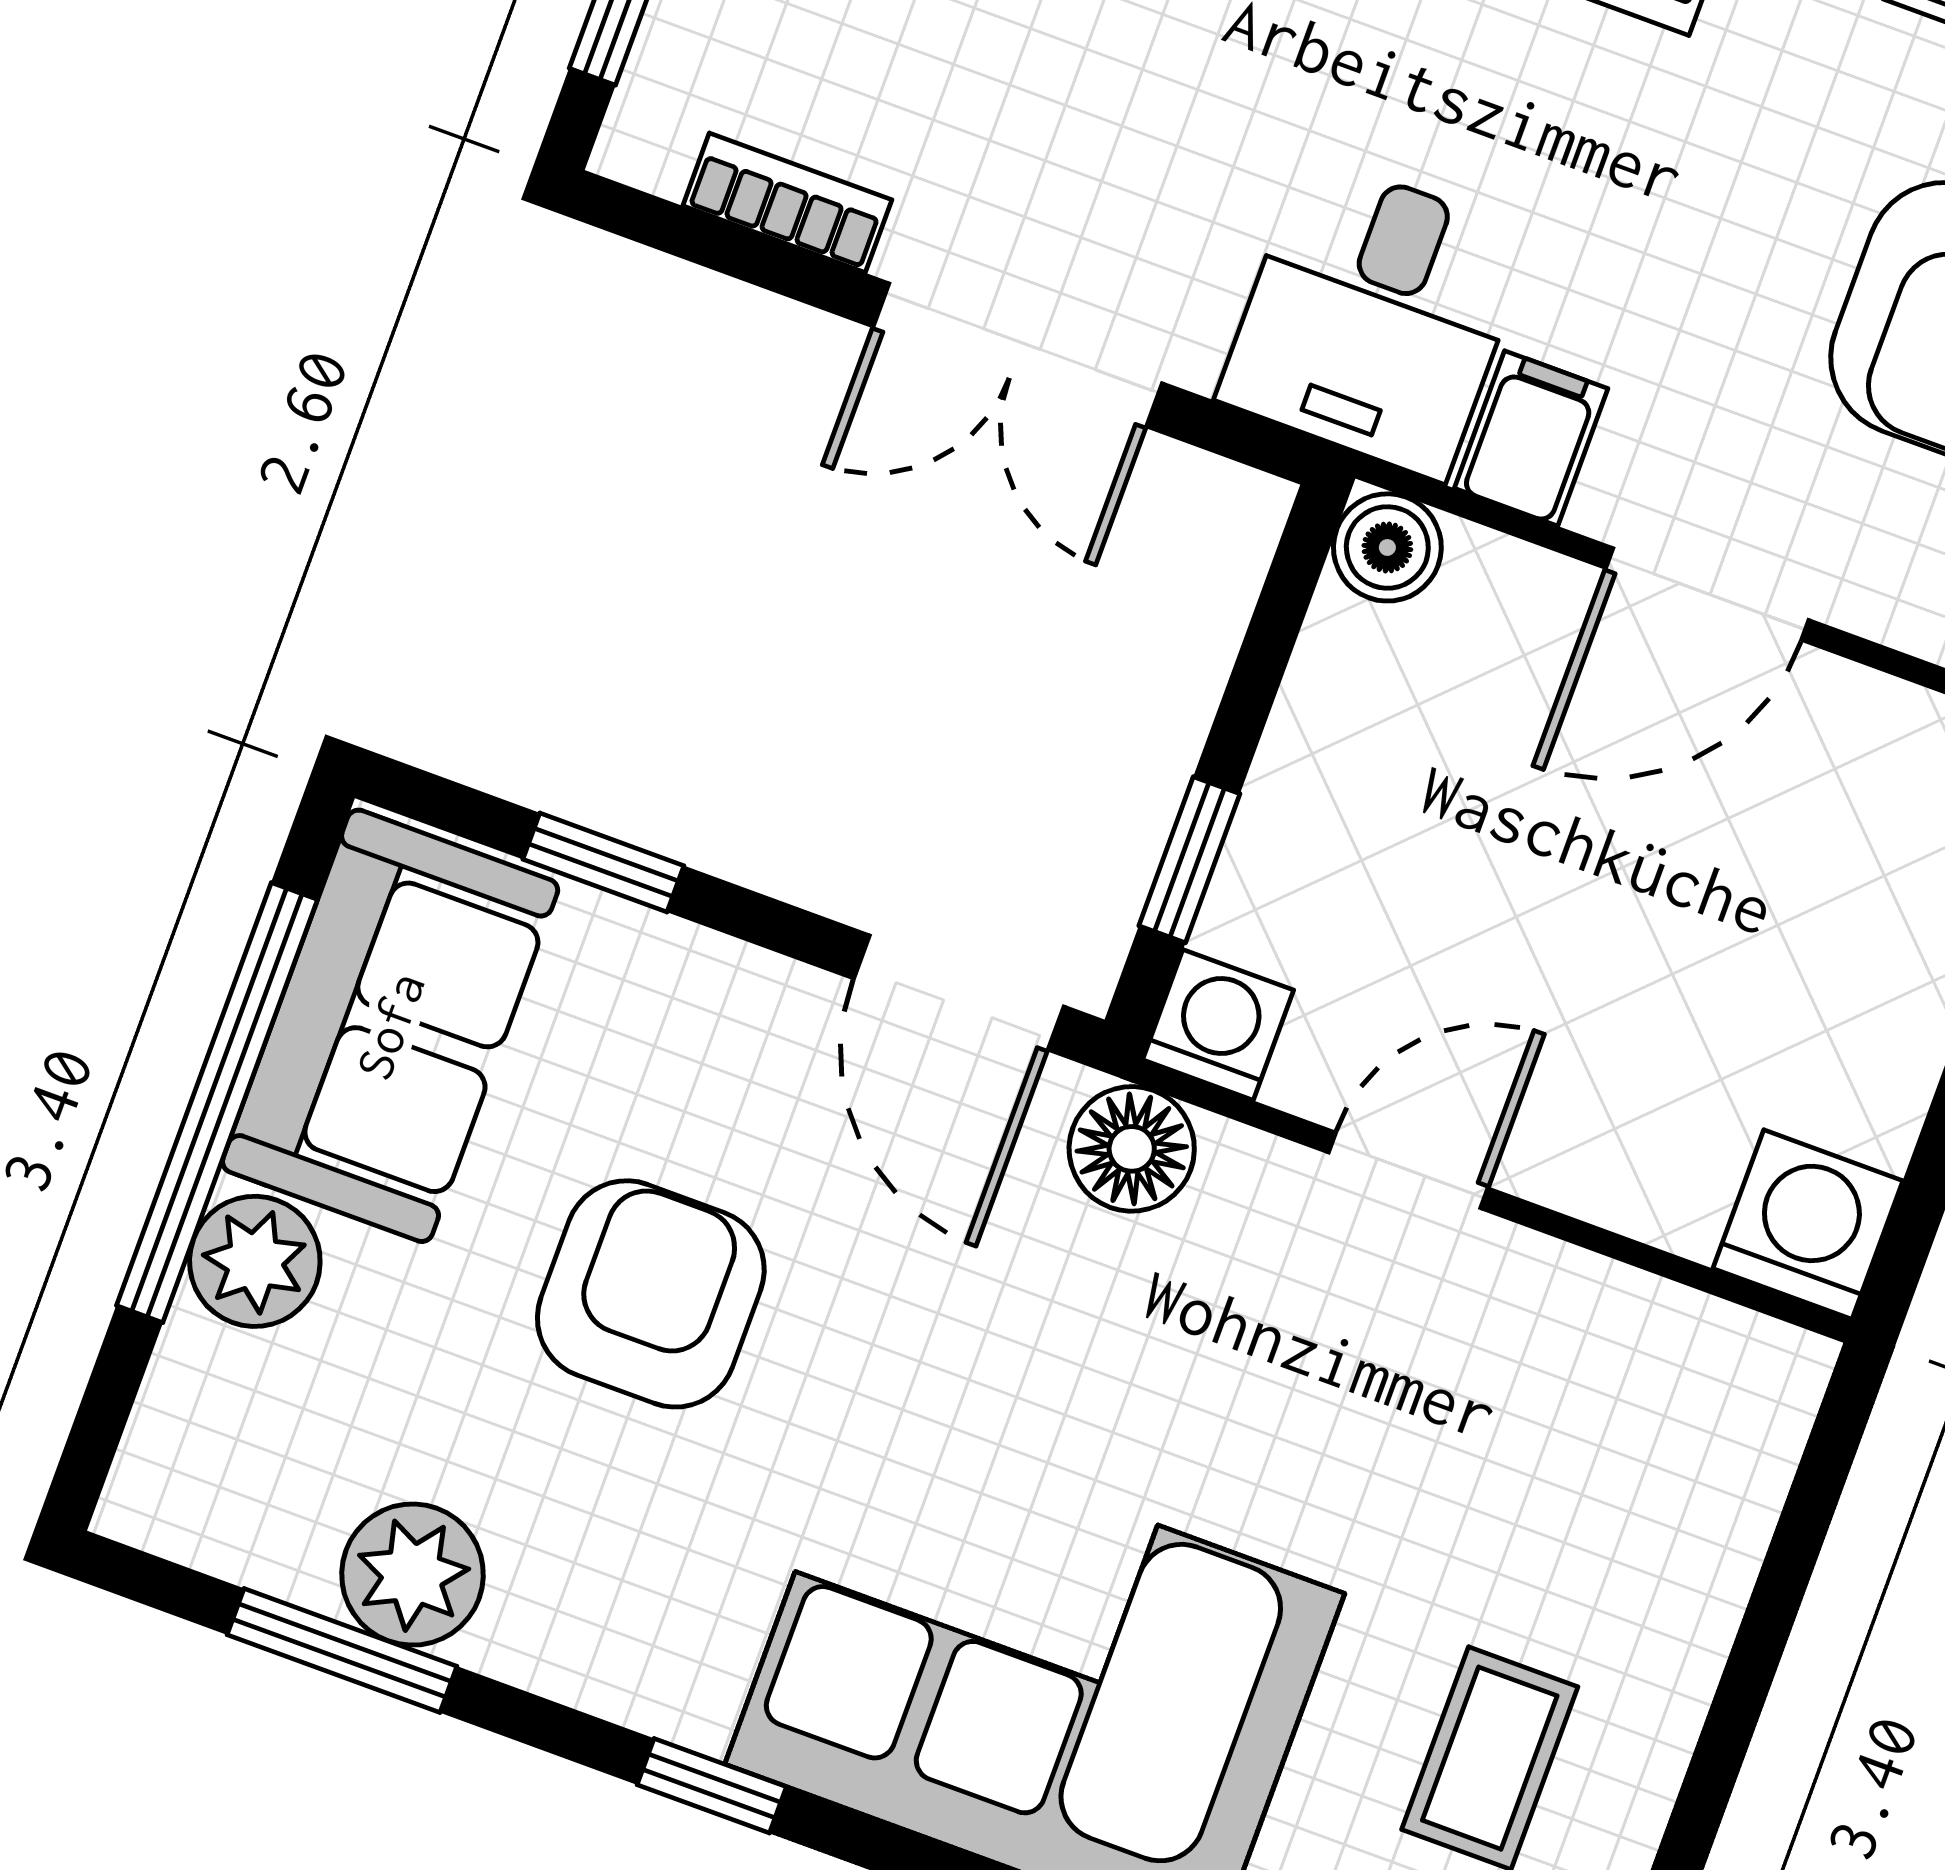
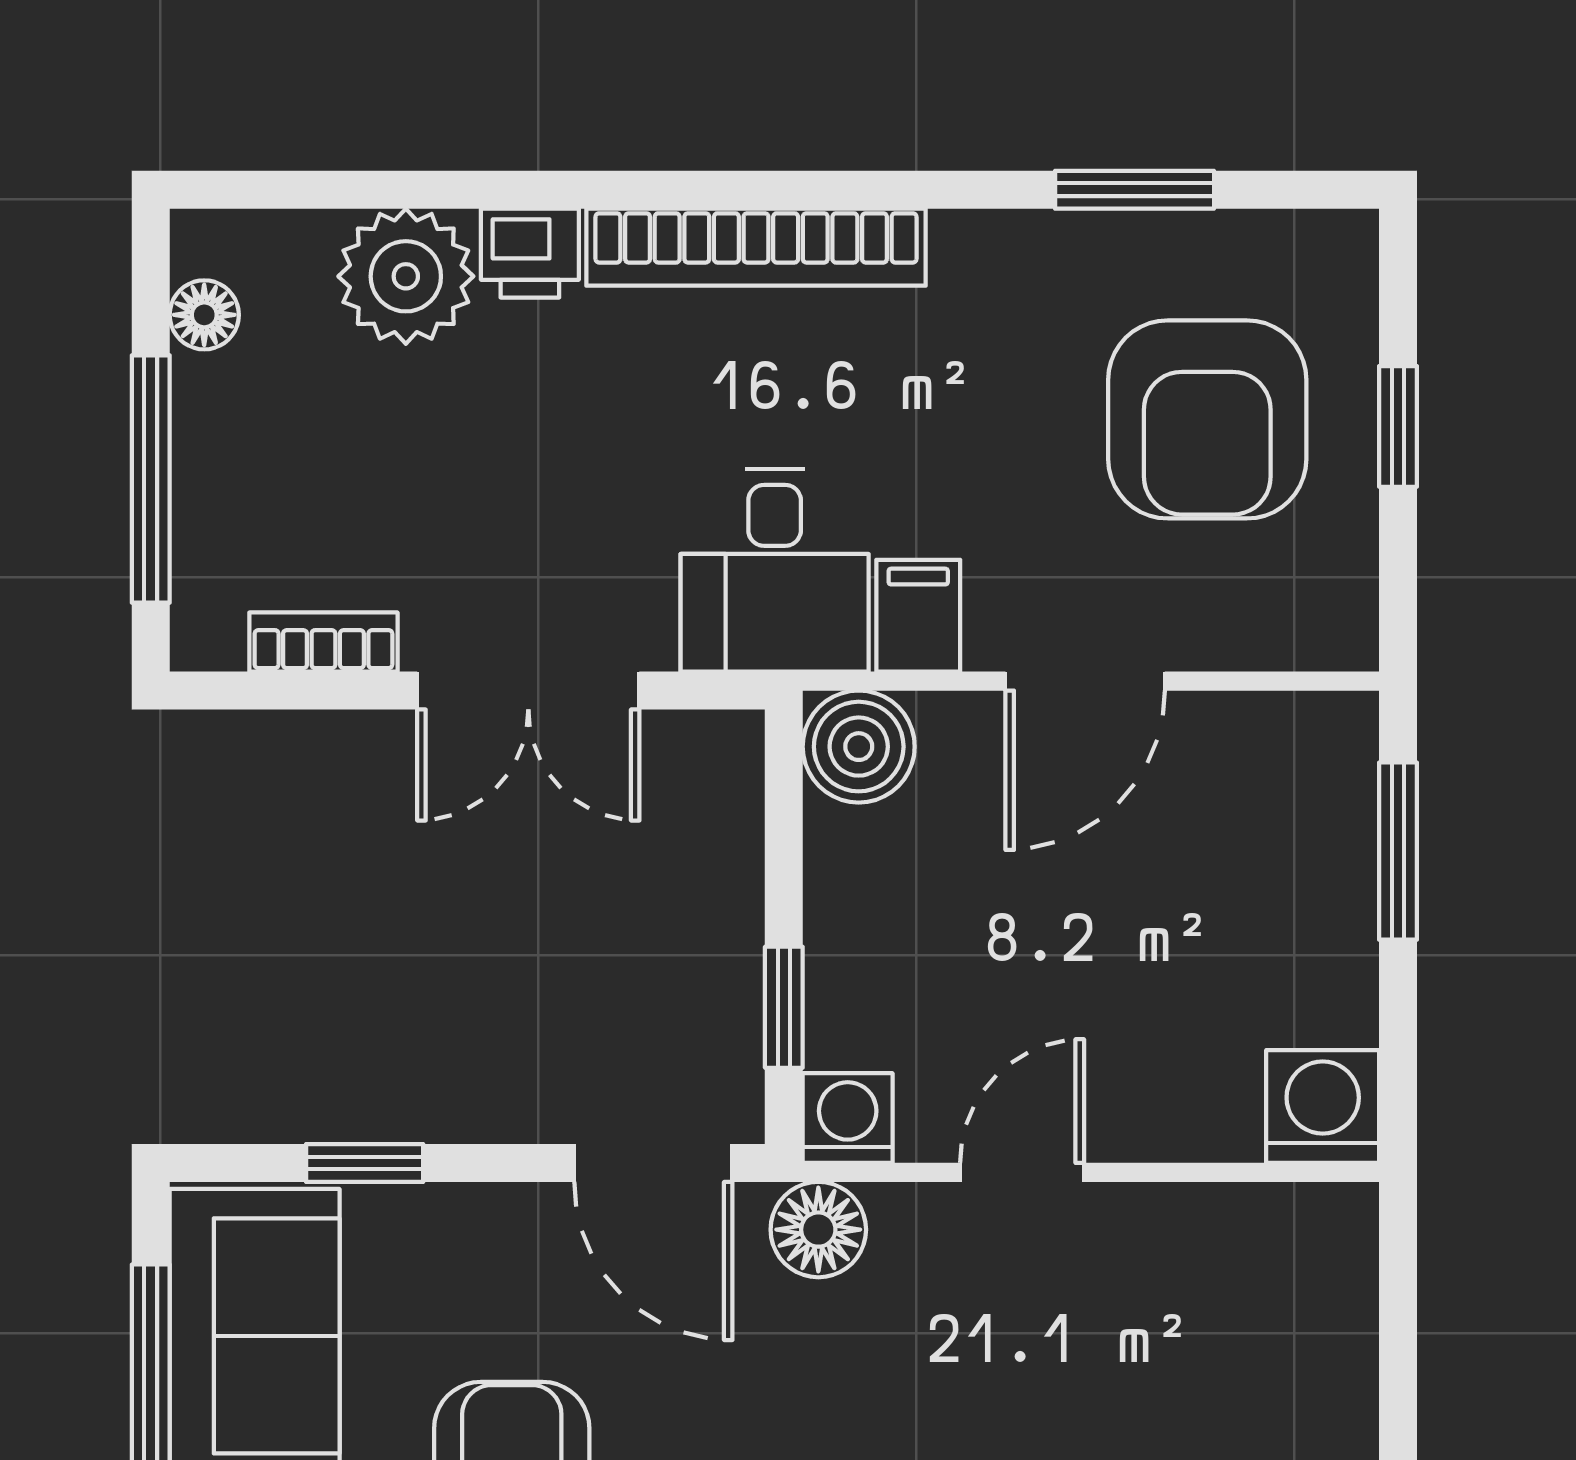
boiler: (1387, 547) -> (859, 747), width x1.36, depth x1.36

